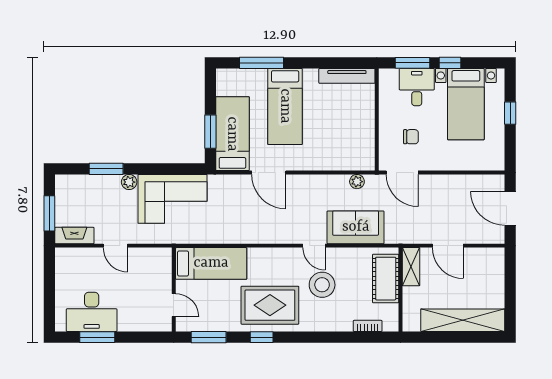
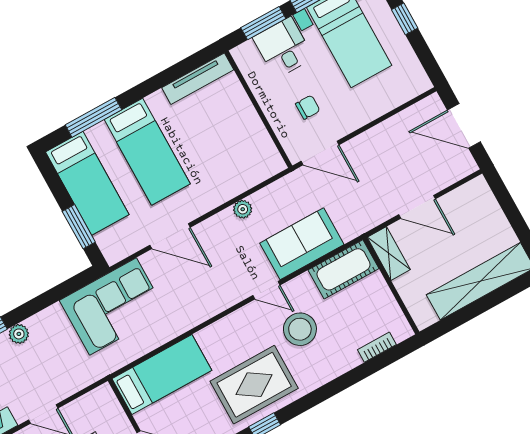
bed: (232, 134) -> (87, 183), moved, turned 180
plant: (357, 182) -> (243, 209), moved
corner sofa: (173, 199) -> (113, 307), moved
cot: (386, 279) -> (344, 269), moved, turned 90

